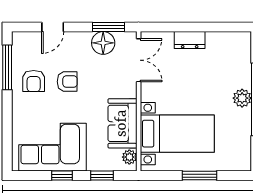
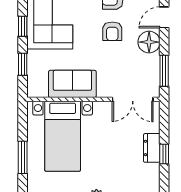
door: (53, 27) -> (164, 17), hinge flipped
window: (196, 27) -> (164, 154), added
floor lamp: (103, 43) -> (149, 42), moved
plant: (129, 157) -> (40, 91), removed

